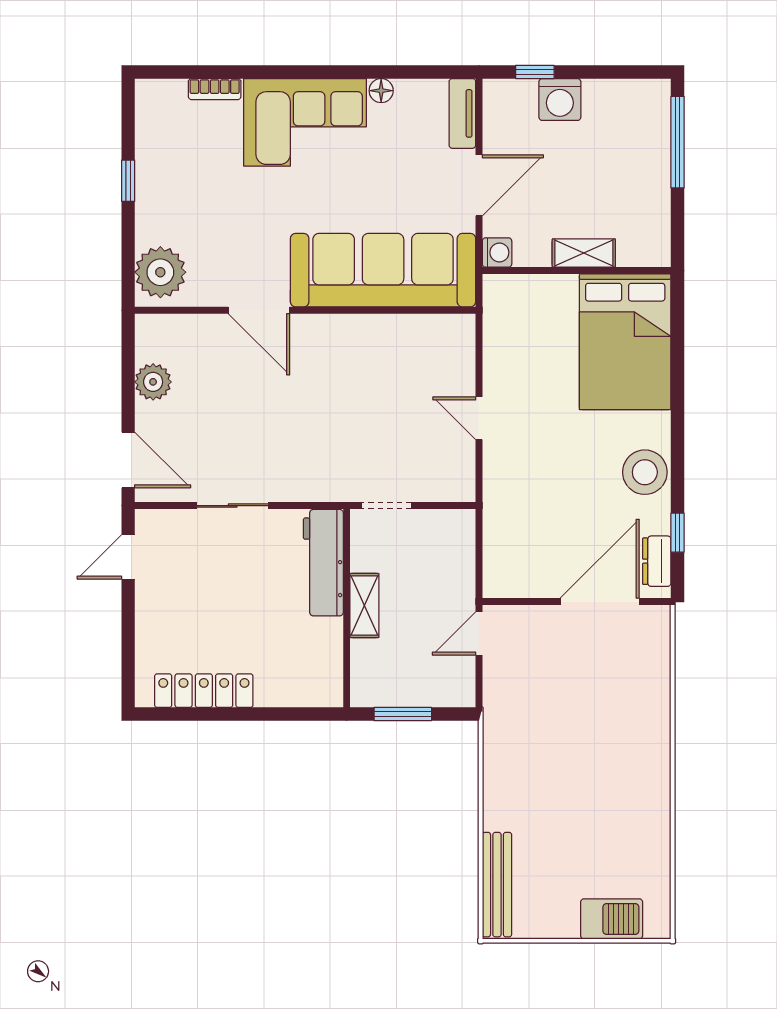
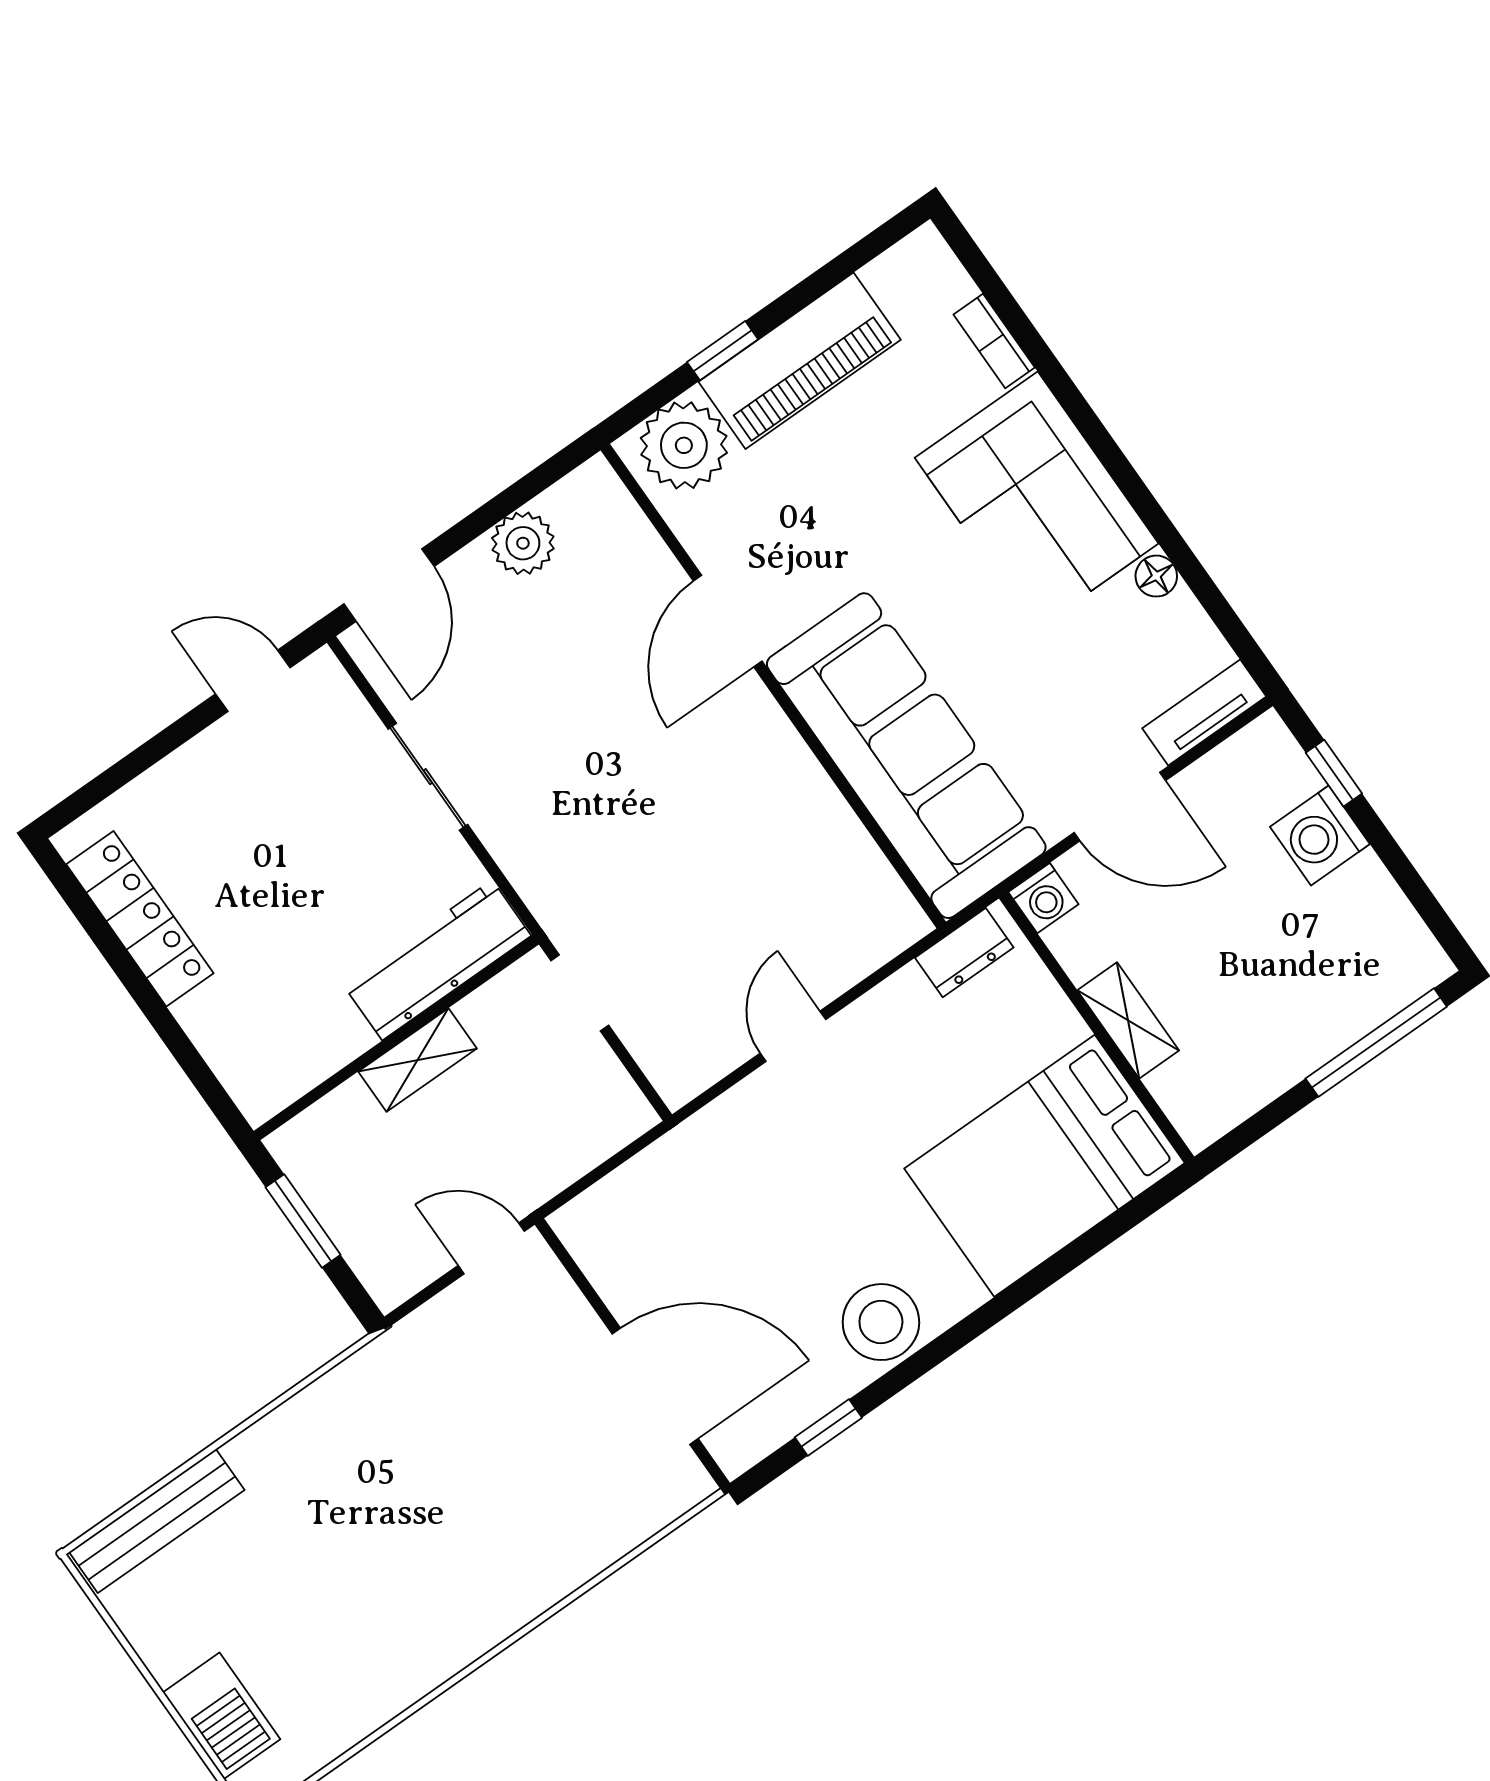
window: (128, 181) -> (723, 351), moved
piano: (159, 189) -> (800, 361), added
dresser: (657, 561) -> (964, 953), moved, turned 180

